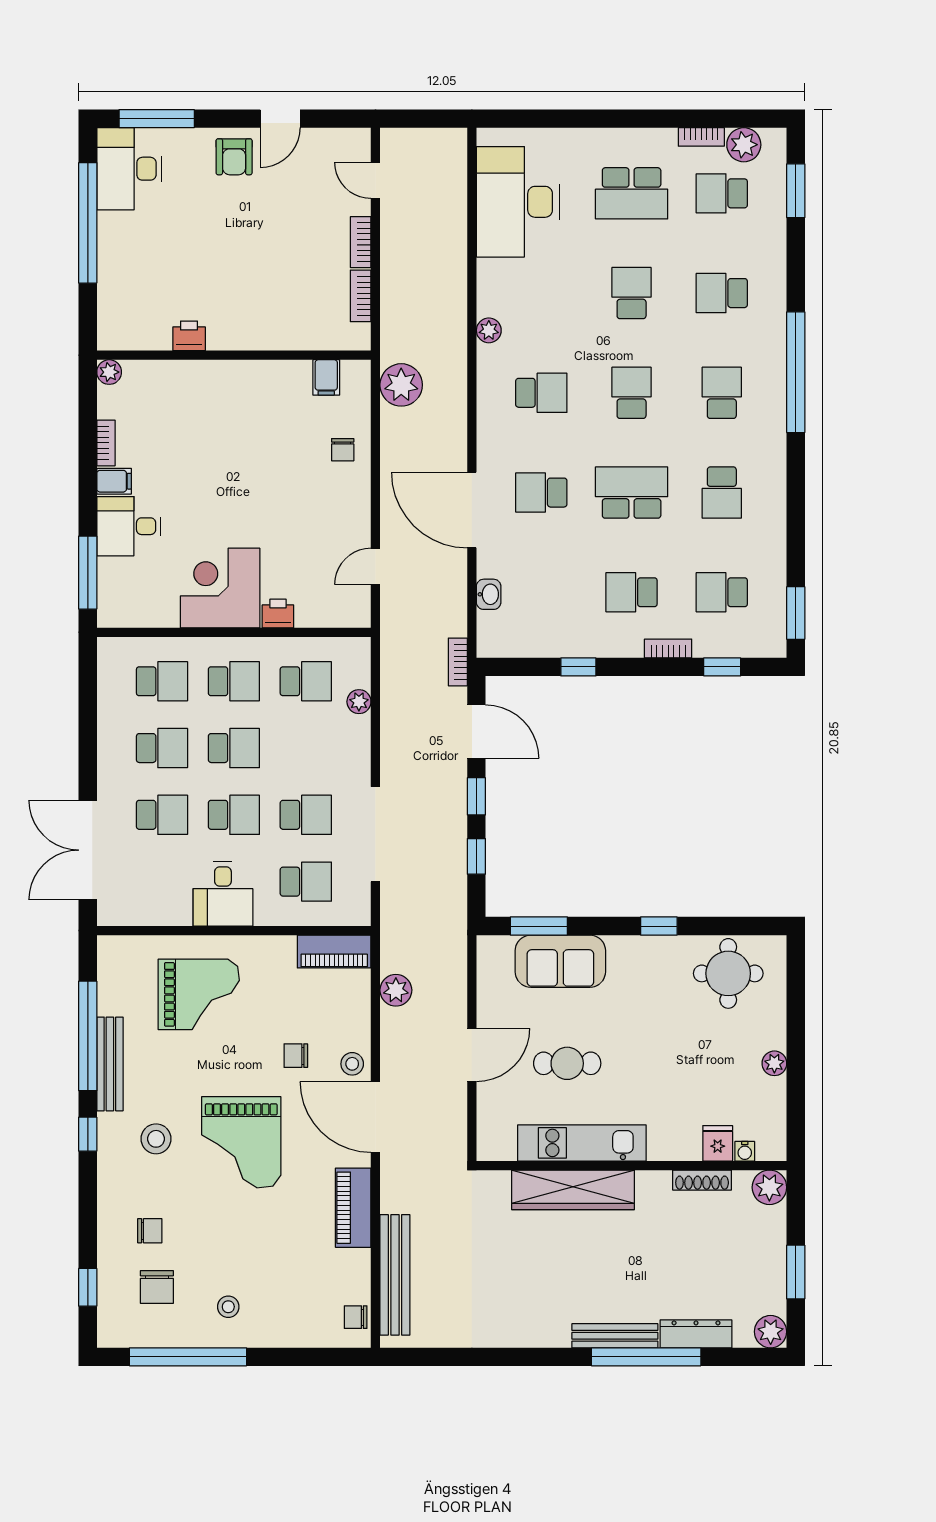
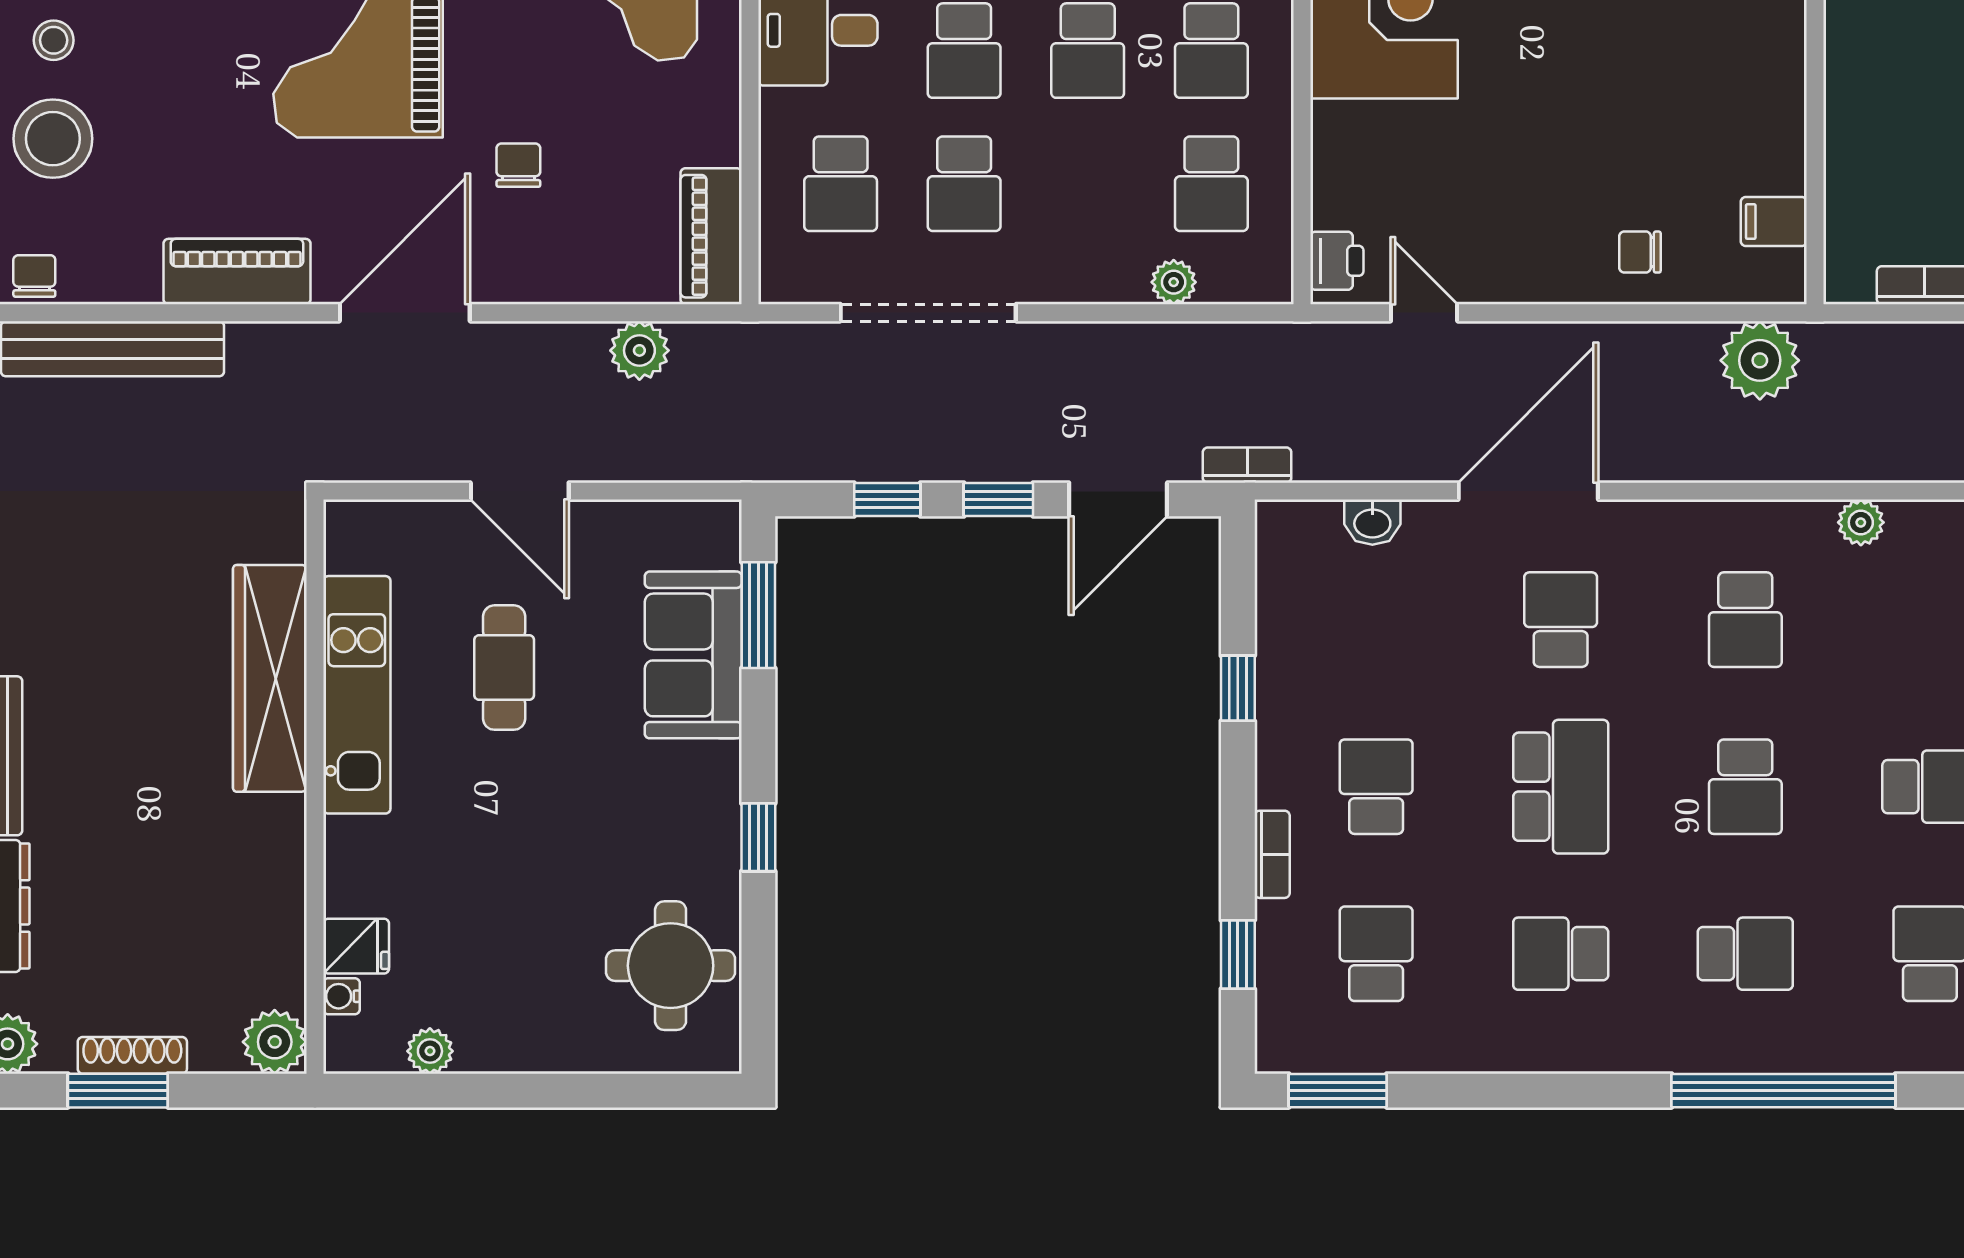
school desk: (632, 393) -> (1745, 787), turned 90
printer: (278, 613) -> (1337, 261), moved
plant: (774, 1063) -> (430, 1051), moved
stool: (352, 1064) -> (53, 139), moved, width x1.89, depth x1.89
shoe rack: (702, 1180) -> (132, 1055), moved, turned 90

